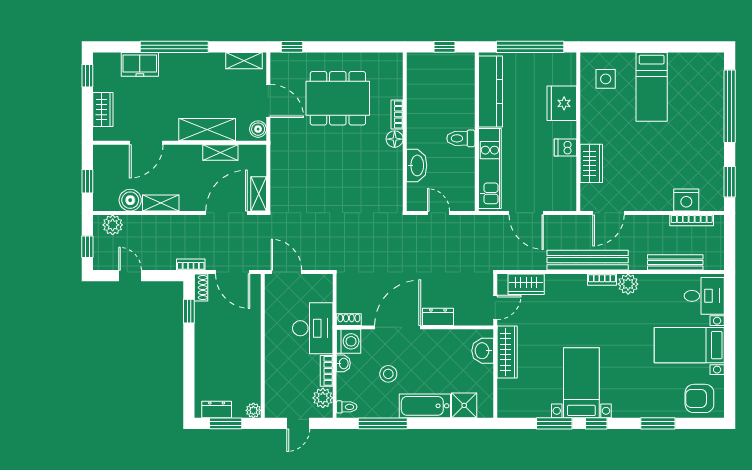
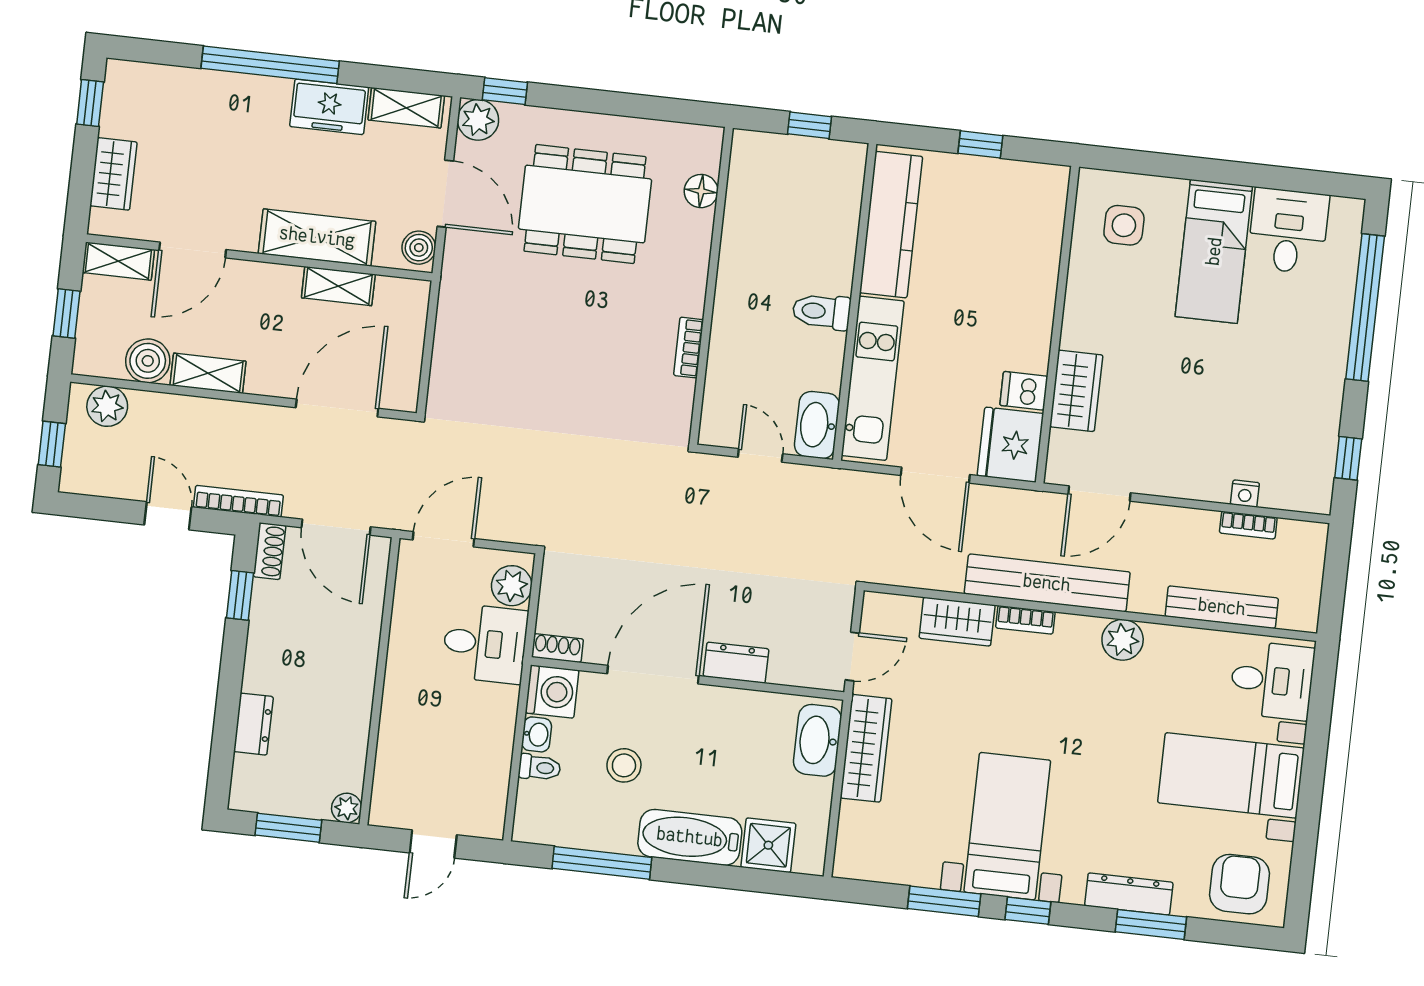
window: (530, 47) -> (980, 144), width x0.32
plant: (280, 63) -> (478, 120), added
freezer: (140, 64) -> (329, 107), moved
desk: (687, 73) -> (1288, 231), added
fridge: (562, 103) -> (1010, 445), moved
bookcase: (397, 115) -> (689, 348), moved
floor lamp: (395, 139) -> (701, 191), moved
dishwasher: (565, 148) -> (1024, 391), moved
washbasin: (417, 165) -> (817, 425), moved, turned 180
window: (730, 182) -> (1348, 458), width x0.67
shelving: (259, 194) -> (118, 261), moved, turned 90
nightstand: (686, 200) -> (1245, 493), width x0.53, depth x0.56
bookcase: (692, 220) -> (1248, 525), width x0.64
bookcase: (191, 265) -> (238, 501), width x1.56
door: (286, 272) -> (444, 539), hinge flipped
door: (130, 276) -> (168, 516), moved
bookcase: (602, 280) -> (1025, 620), moved
wardrobe: (526, 284) -> (957, 622), moved
desk: (313, 328) -> (485, 644), width x0.73
washbasin: (483, 351) -> (818, 740), width x1.38
bookcase: (327, 371) -> (501, 745), removed
plant: (323, 398) -> (512, 586), moved
armchair: (699, 398) -> (1240, 884), turned 90
toilet: (347, 407) -> (540, 767), moved
dresser: (645, 409) -> (1129, 894), added
dresser: (217, 410) -> (253, 724), moved, turned 90

